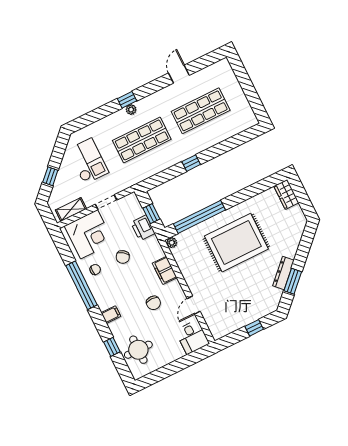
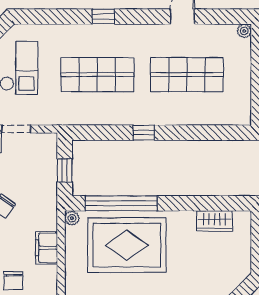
plant: (131, 110) -> (244, 31), moved
wardrobe: (286, 194) -> (214, 221), moved, turned -90
printer: (143, 228) -> (46, 183), removed
rug: (236, 243) -> (127, 245), moved

